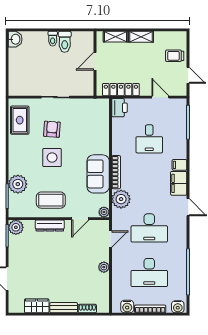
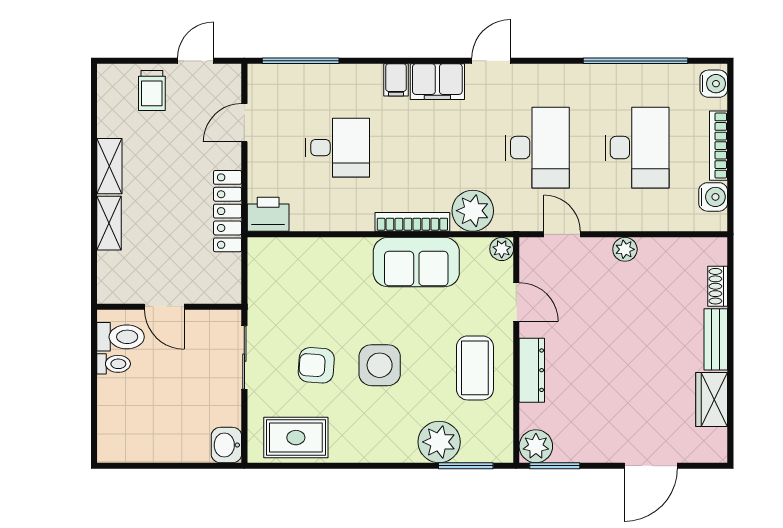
washbasin: (15, 39) -> (226, 445), moved, turned -90
door: (95, 61) -> (164, 307), moved
wall: (95, 64) -> (169, 307), moved

